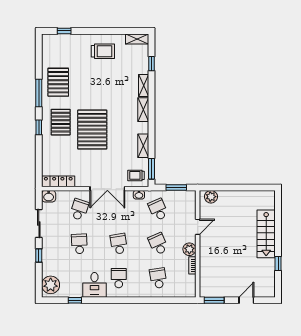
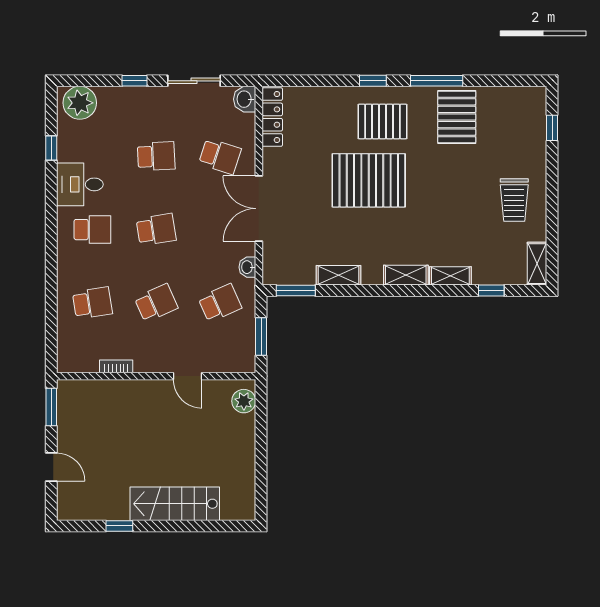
pallet: (58, 82) -> (457, 117), turned 90
trolley: (136, 175) -> (283, 262), removed
plant: (189, 249) -> (146, 361), removed

